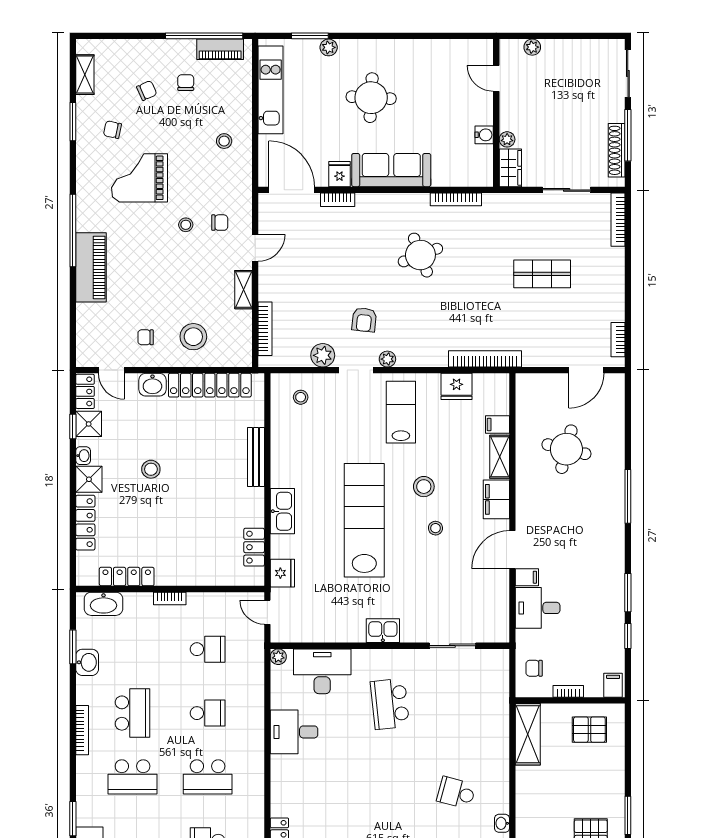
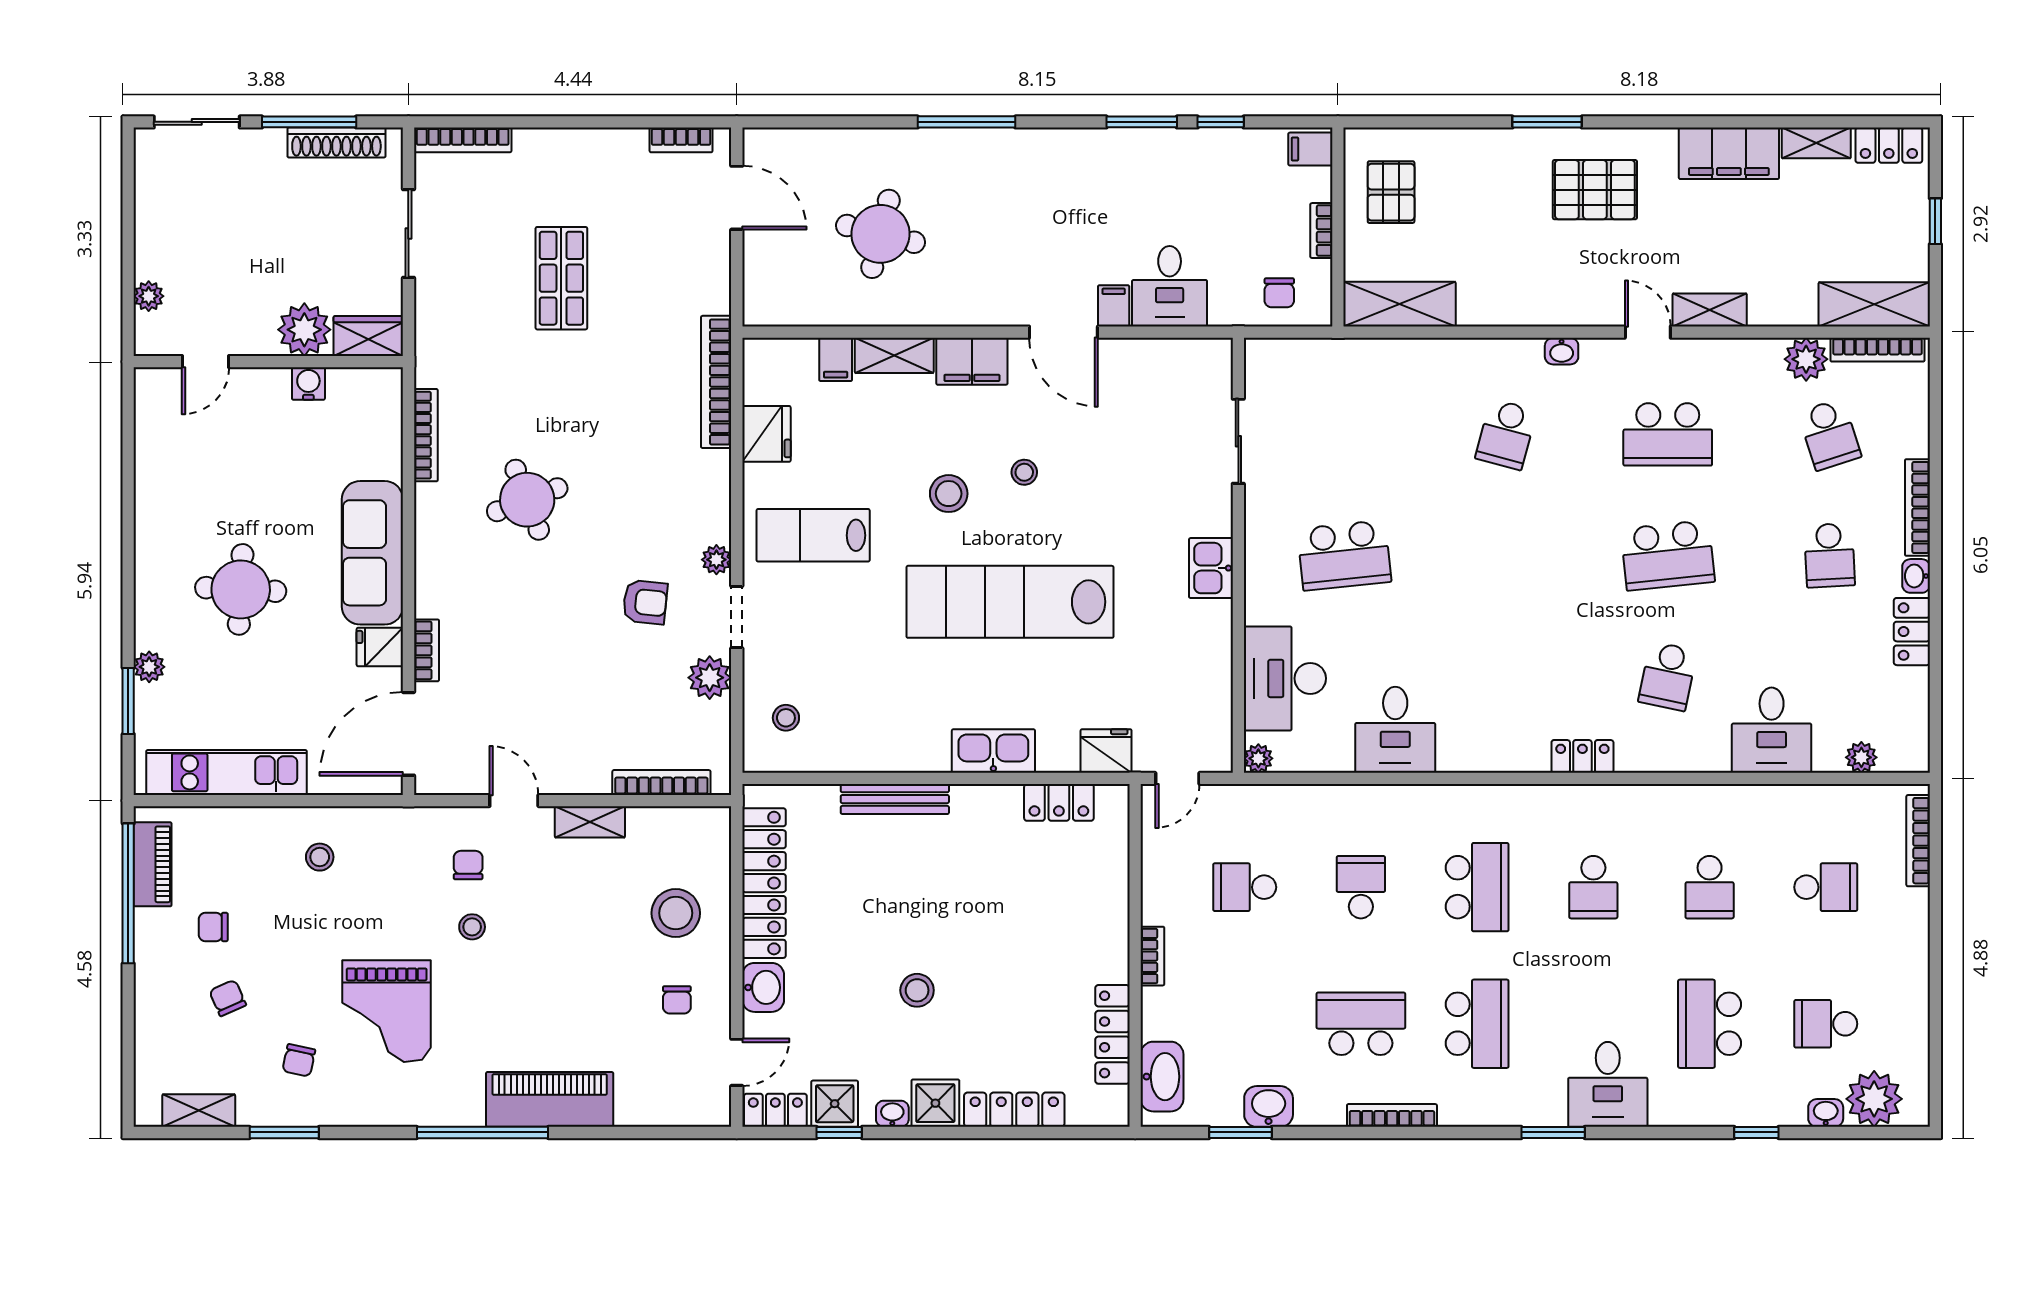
plant: (507, 139) -> (304, 330), width x1.88, depth x1.88
school desk: (208, 649) -> (1245, 887), turned -90

